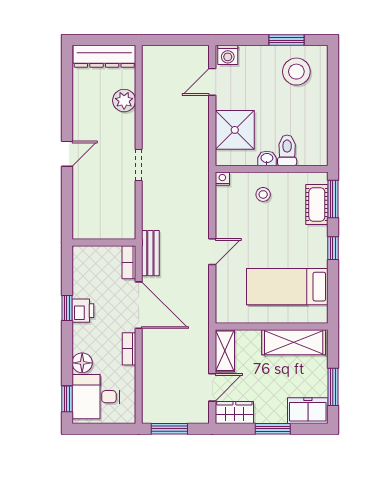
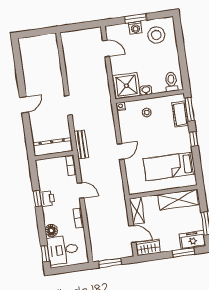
window: (287, 40) -> (136, 18), moved
washing machine: (228, 55) -> (135, 28), moved
dresser: (104, 56) -> (52, 147), moved, turned 180
door: (212, 82) -> (106, 49), swing flipped
plant: (124, 101) -> (54, 67), removed
shower: (235, 130) -> (126, 86), moved
toilet: (287, 150) -> (171, 82), moved
bench: (150, 253) -> (81, 144), moved
door: (139, 305) -> (81, 191), width x0.53
door: (212, 387) -> (132, 234), hinge flipped
window: (273, 429) -> (183, 252), moved

